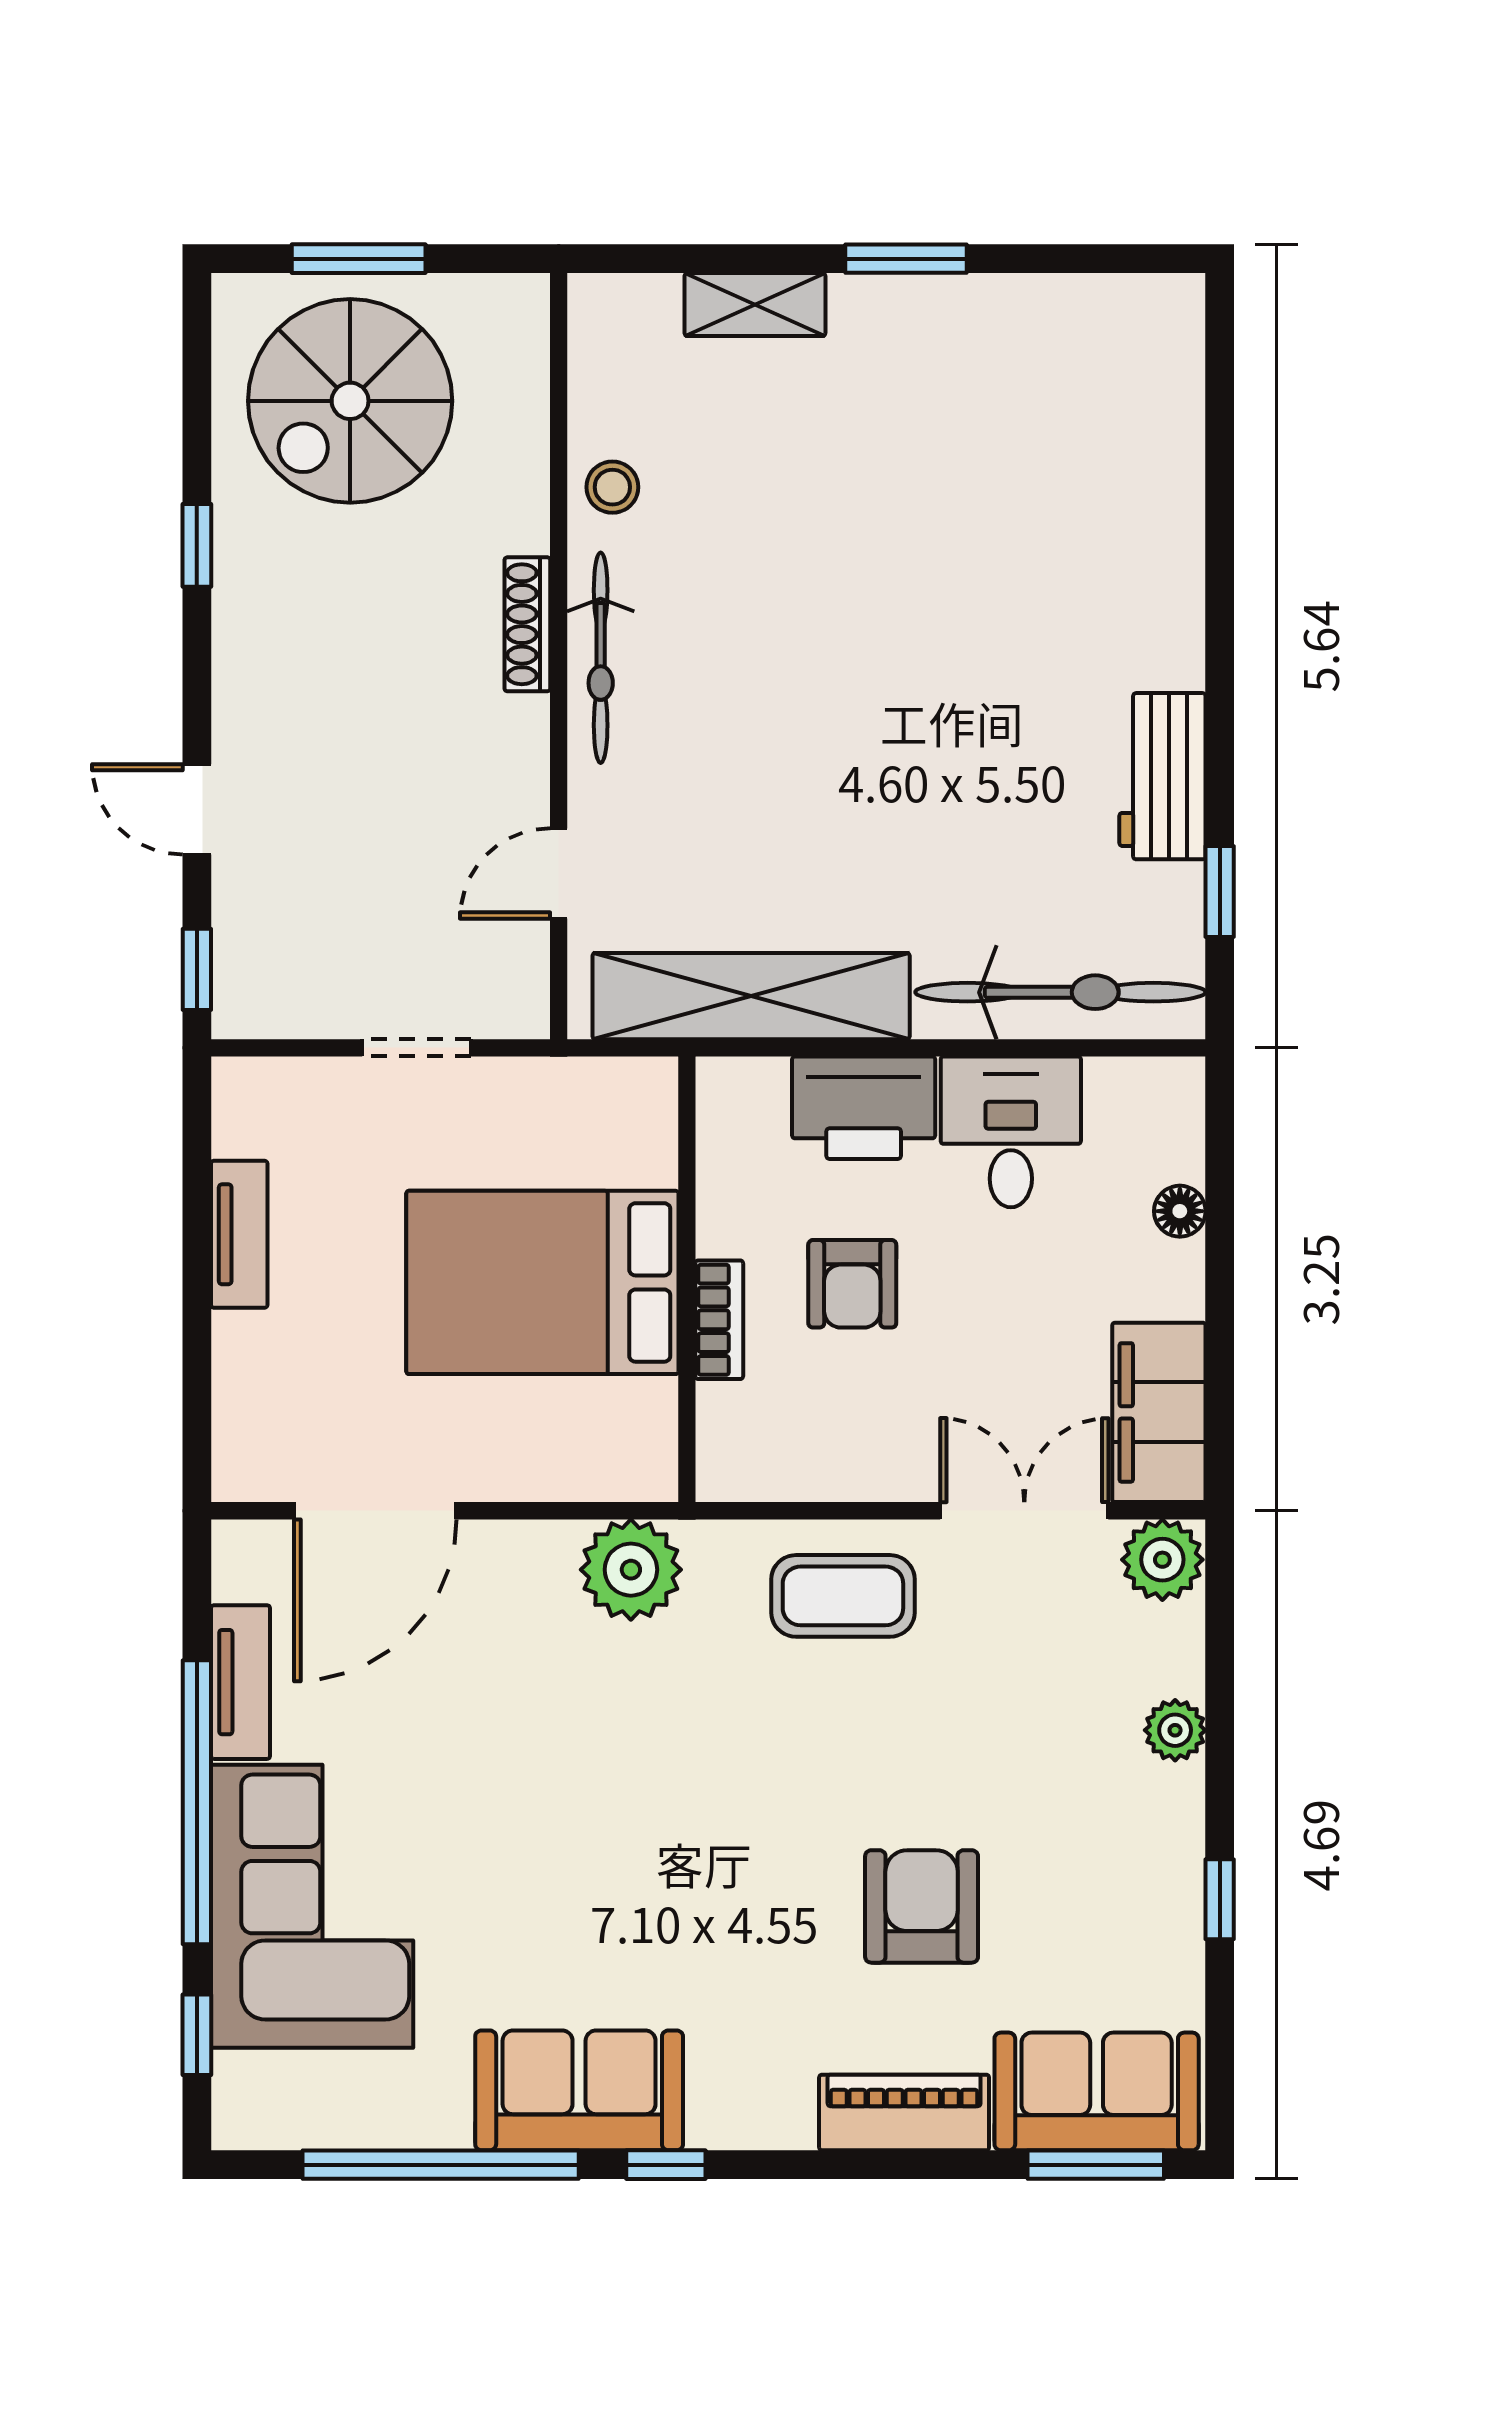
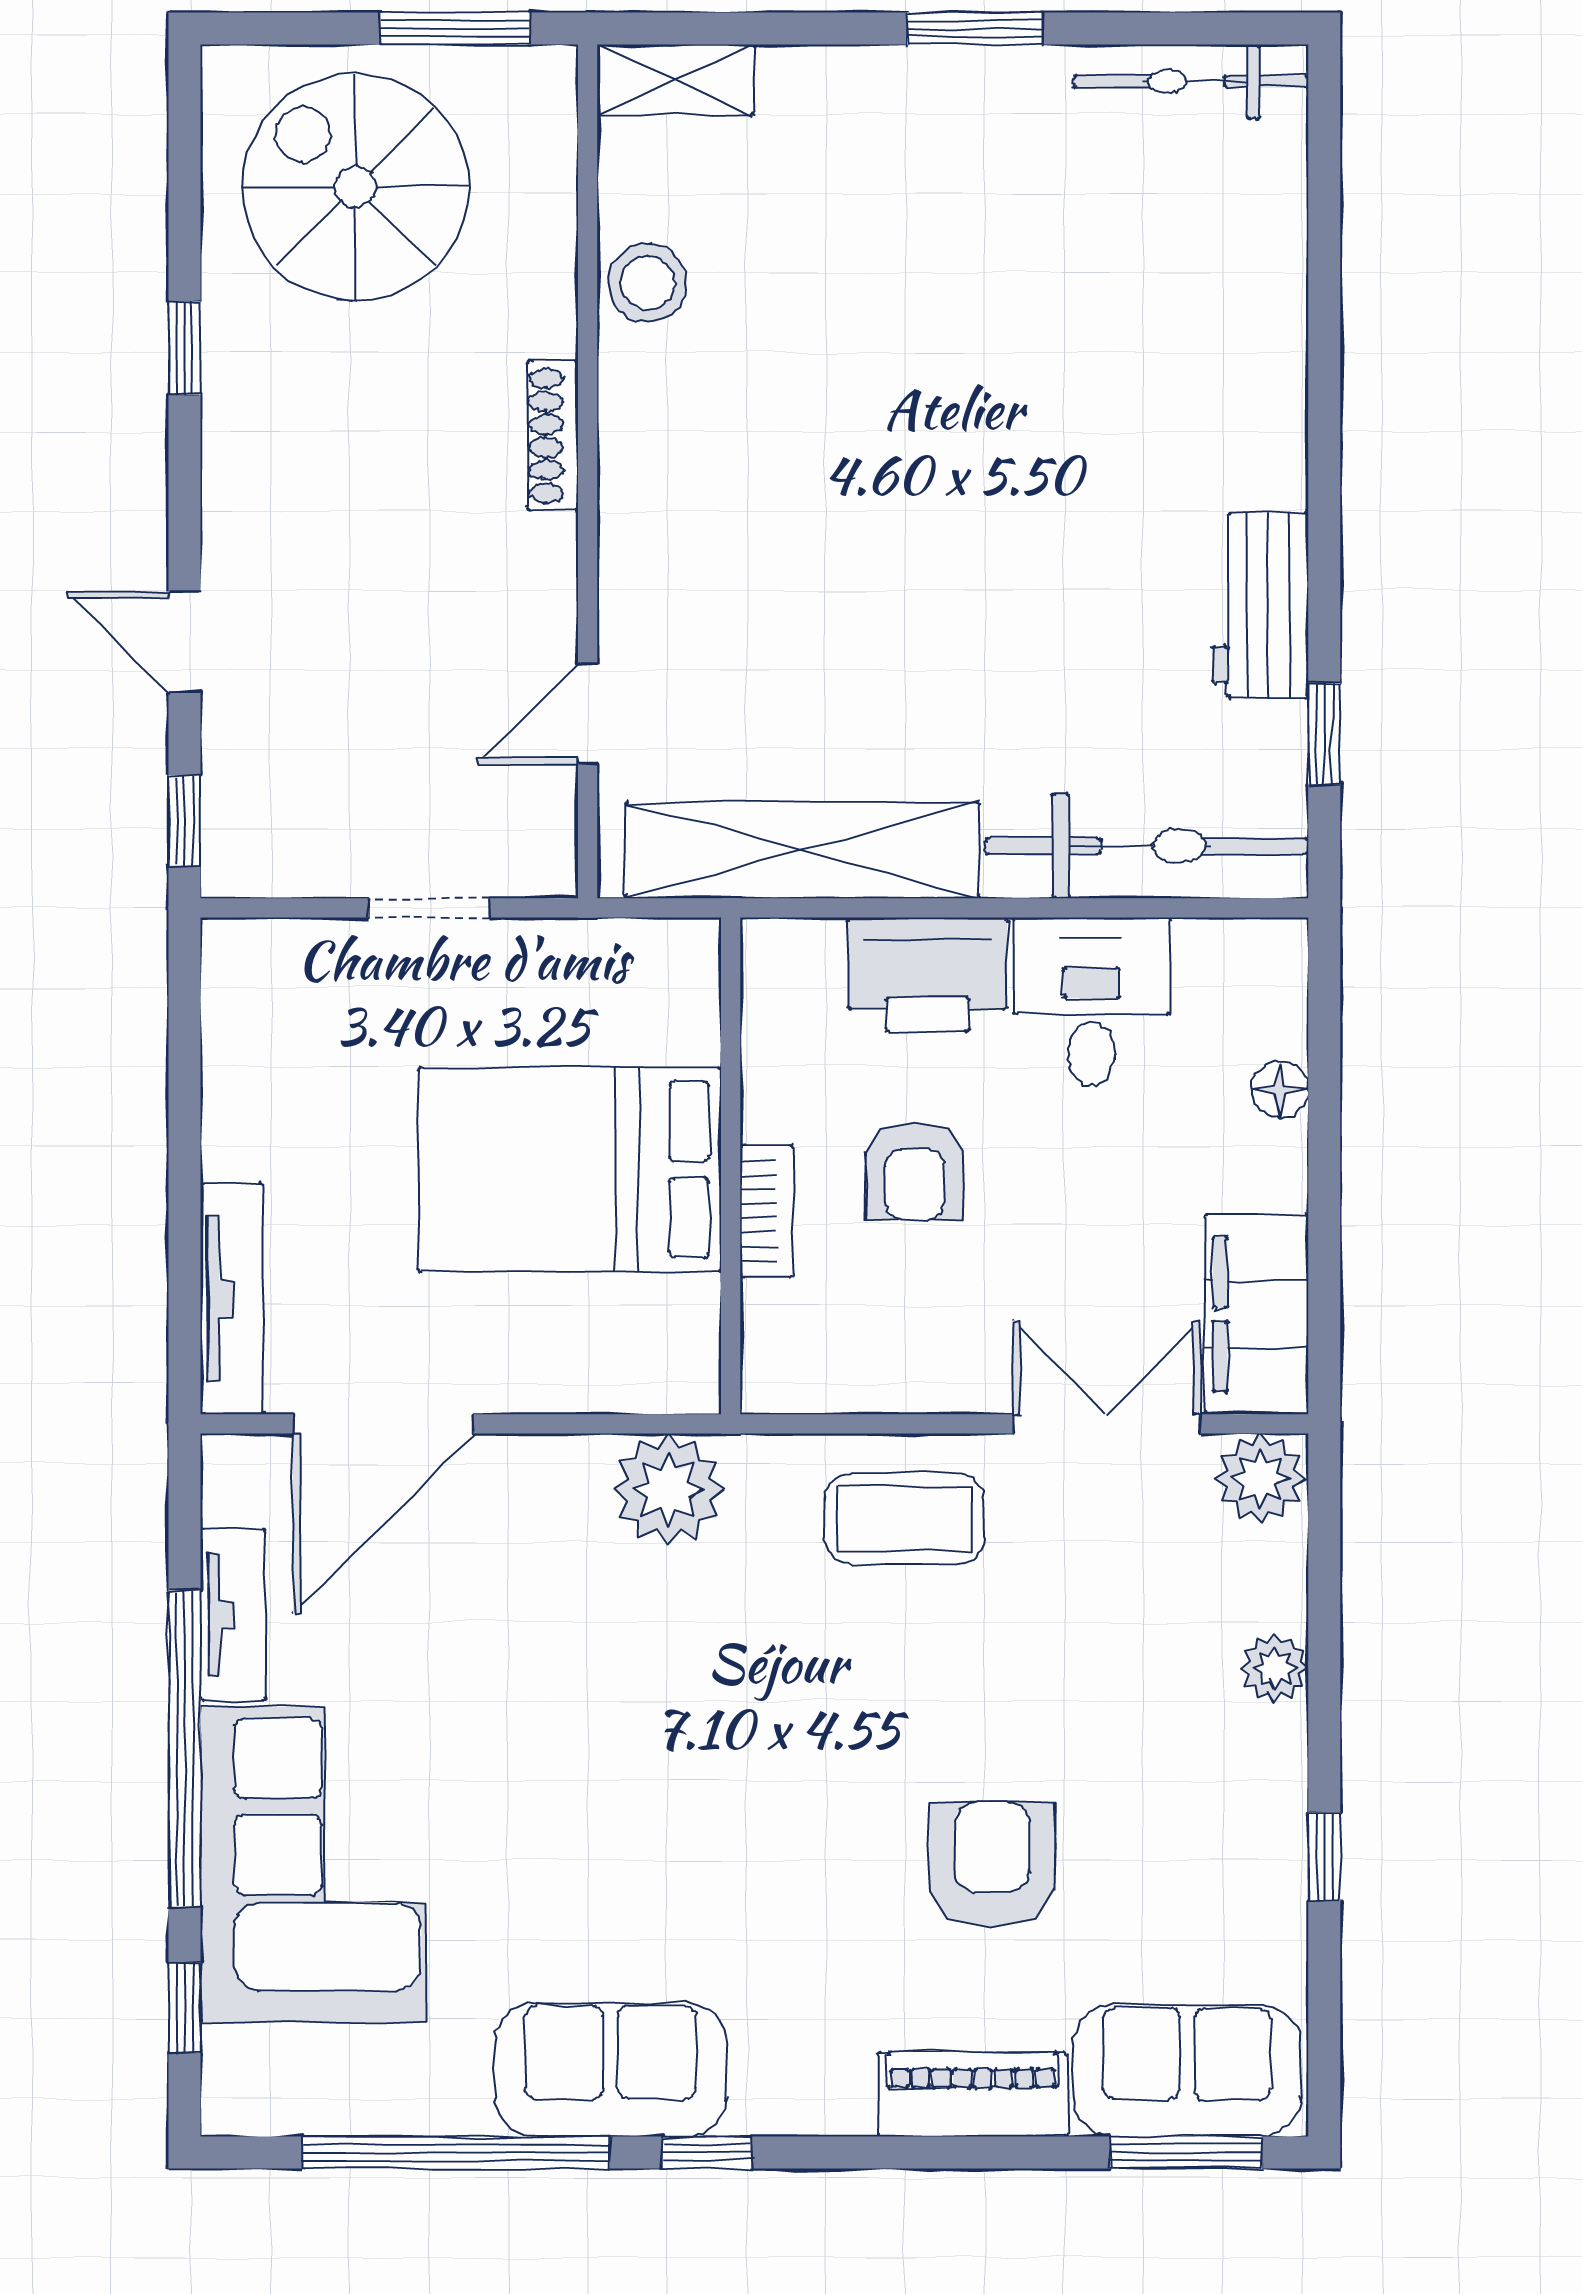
window: (359, 259) -> (455, 29), moved
shelving: (755, 305) -> (676, 80), moved
spiral stairs: (350, 401) -> (355, 187), turned 90
stool: (612, 487) -> (647, 283), width x1.37, depth x1.37
bicycle: (601, 658) -> (1191, 82), moved, turned 90
tv unit: (239, 1234) -> (232, 1299), moved, width x1.41

